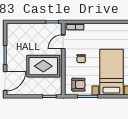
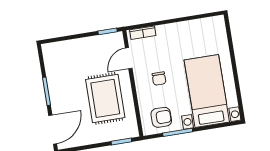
rug: (43, 66) -> (105, 98), turned 90

